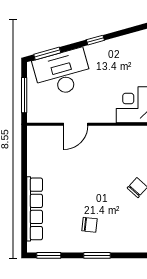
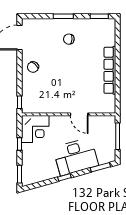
desk: (62, 73) -> (76, 157), moved
door: (76, 124) -> (79, 114), swing flipped
row of seats: (35, 209) -> (110, 70), moved

